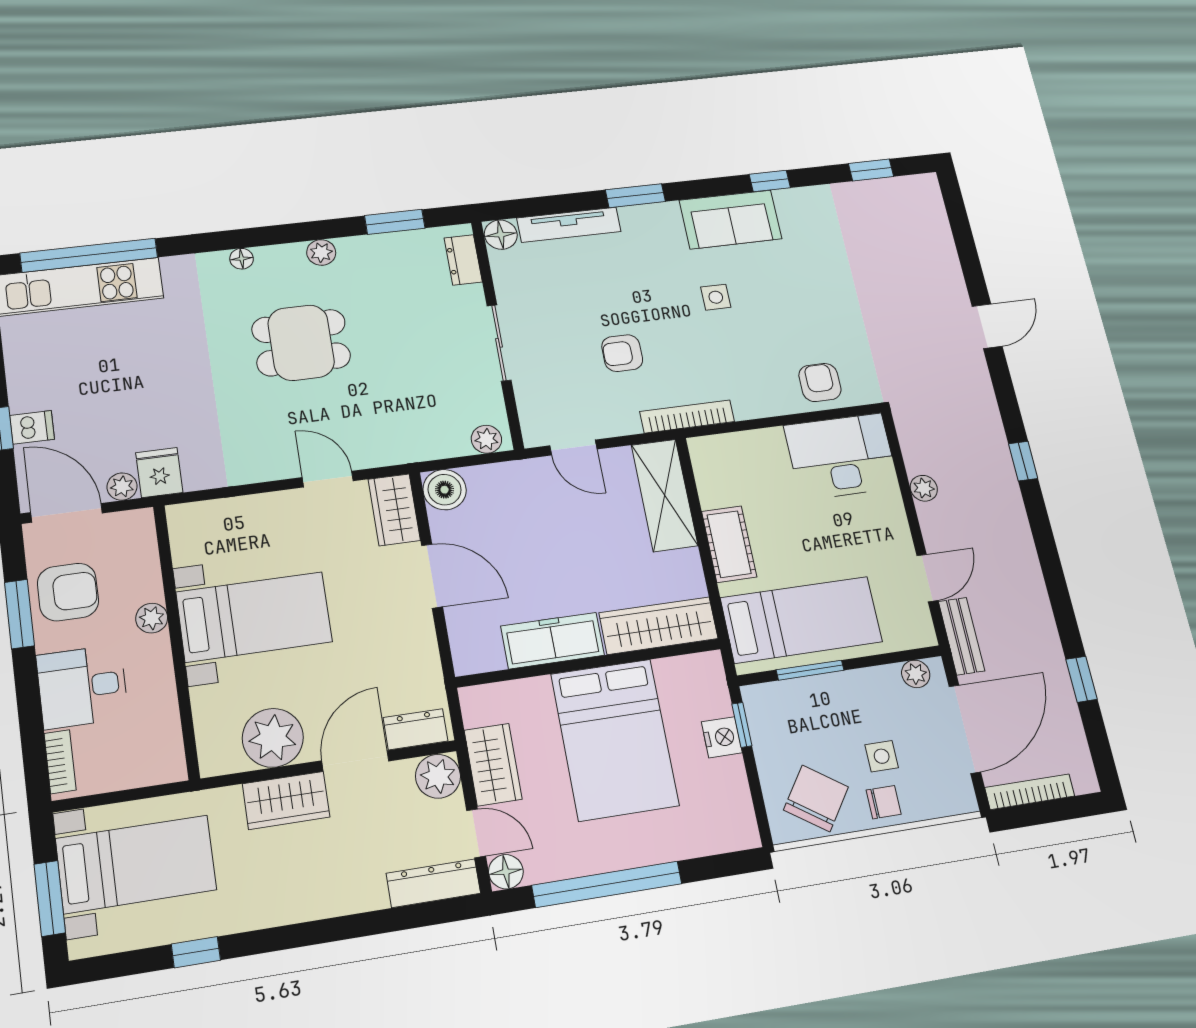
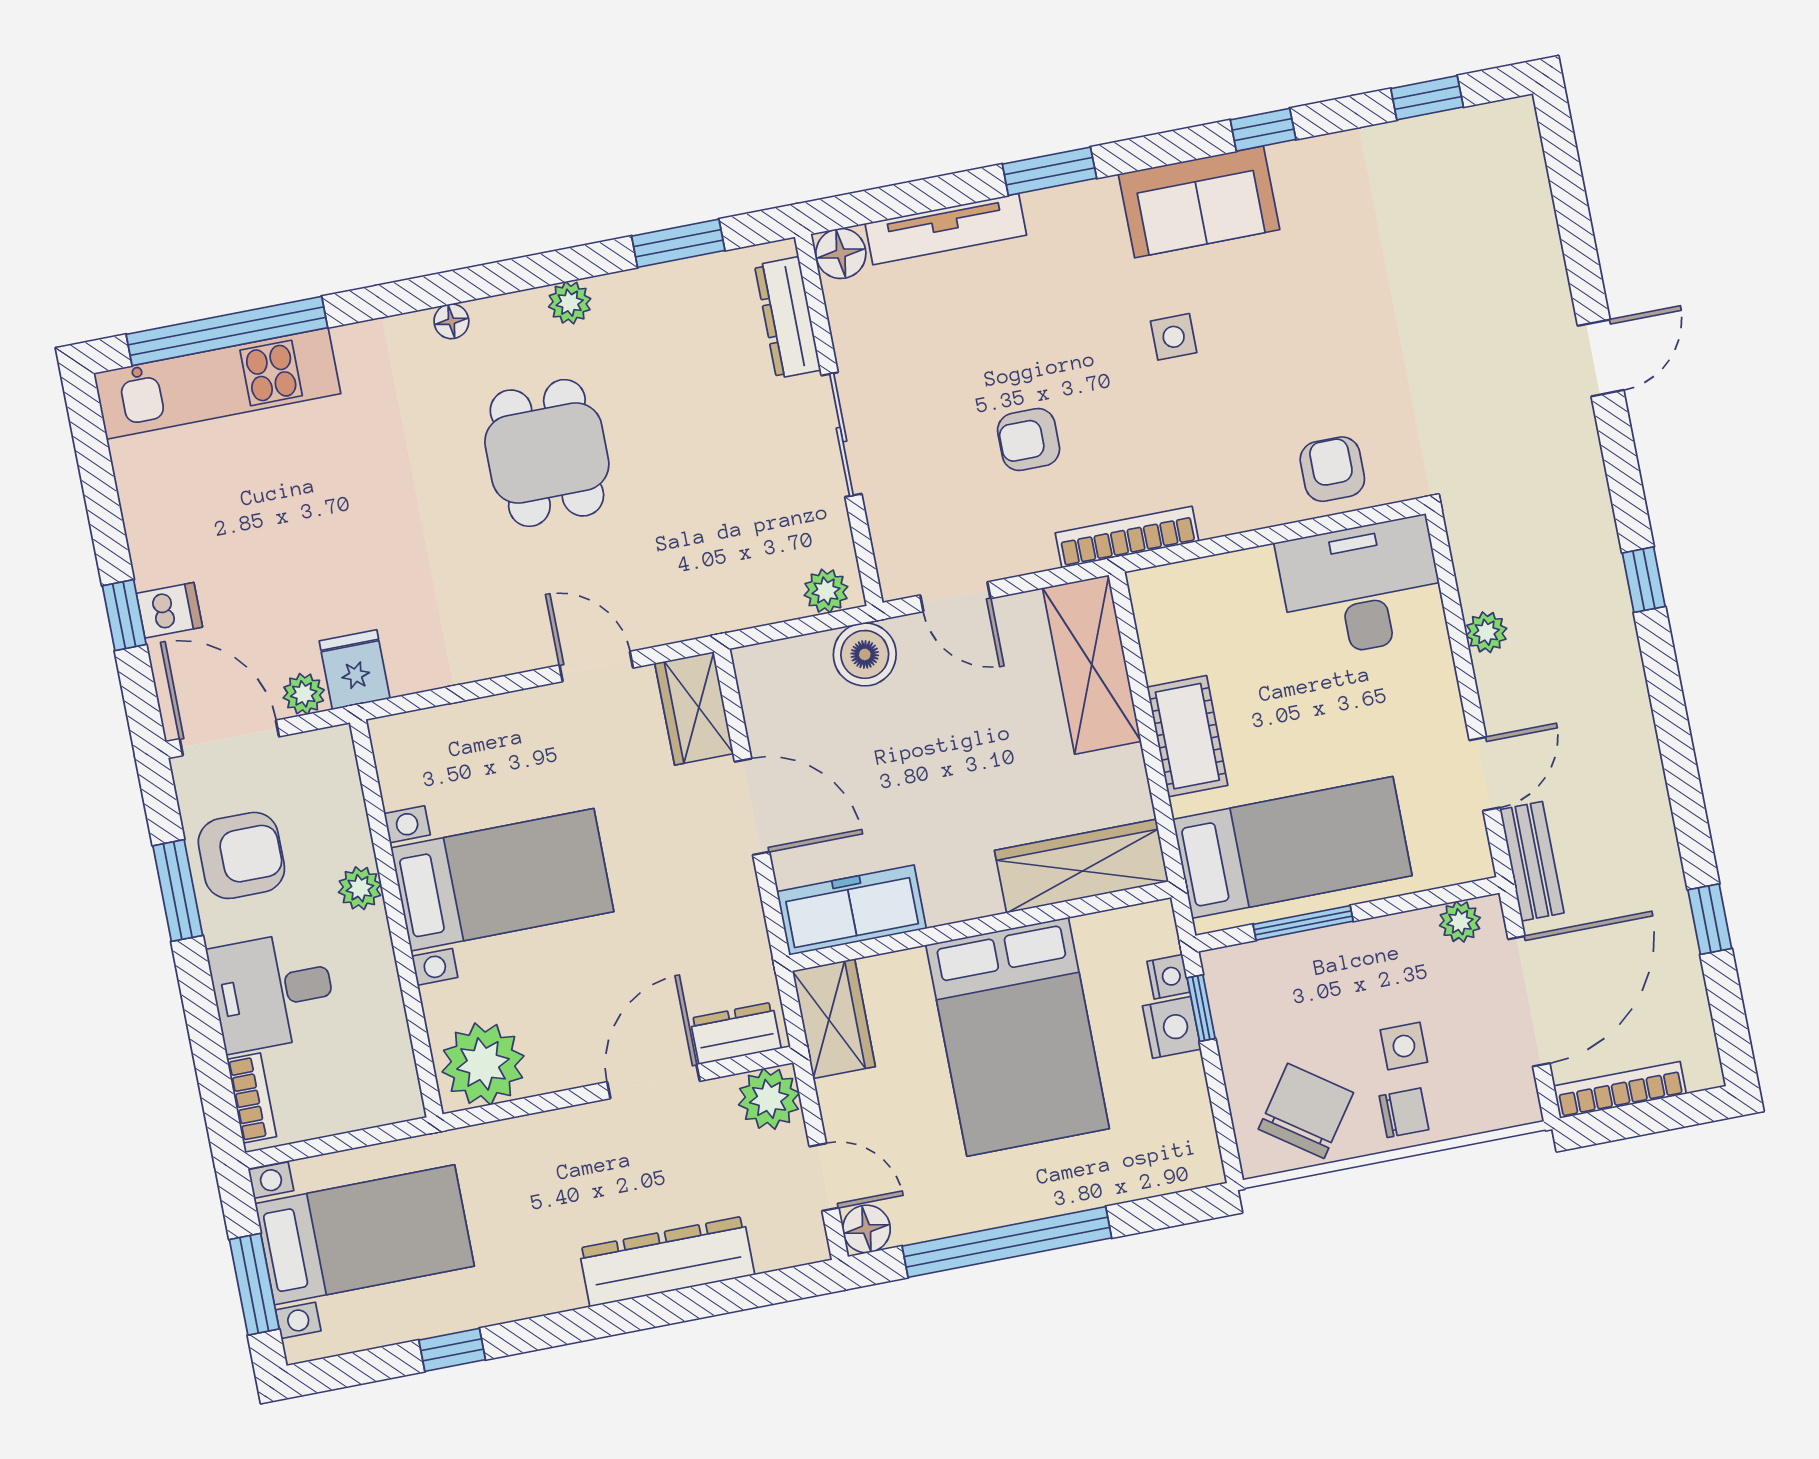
dresser: (463, 260) -> (788, 318), width x1.44
dining table: (301, 343) -> (547, 453), turned 90
boiler: (445, 490) -> (865, 654), moved
freezer: (553, 641) -> (852, 910), moved
nightstand: (719, 703) -> (1168, 977), added
plant: (273, 738) -> (483, 1064), moved
wardrobe: (493, 765) -> (834, 1019), moved
wardrobe: (286, 800) -> (561, 1141), removed
dresser: (433, 883) -> (667, 1261), moved, width x1.37, depth x1.24

